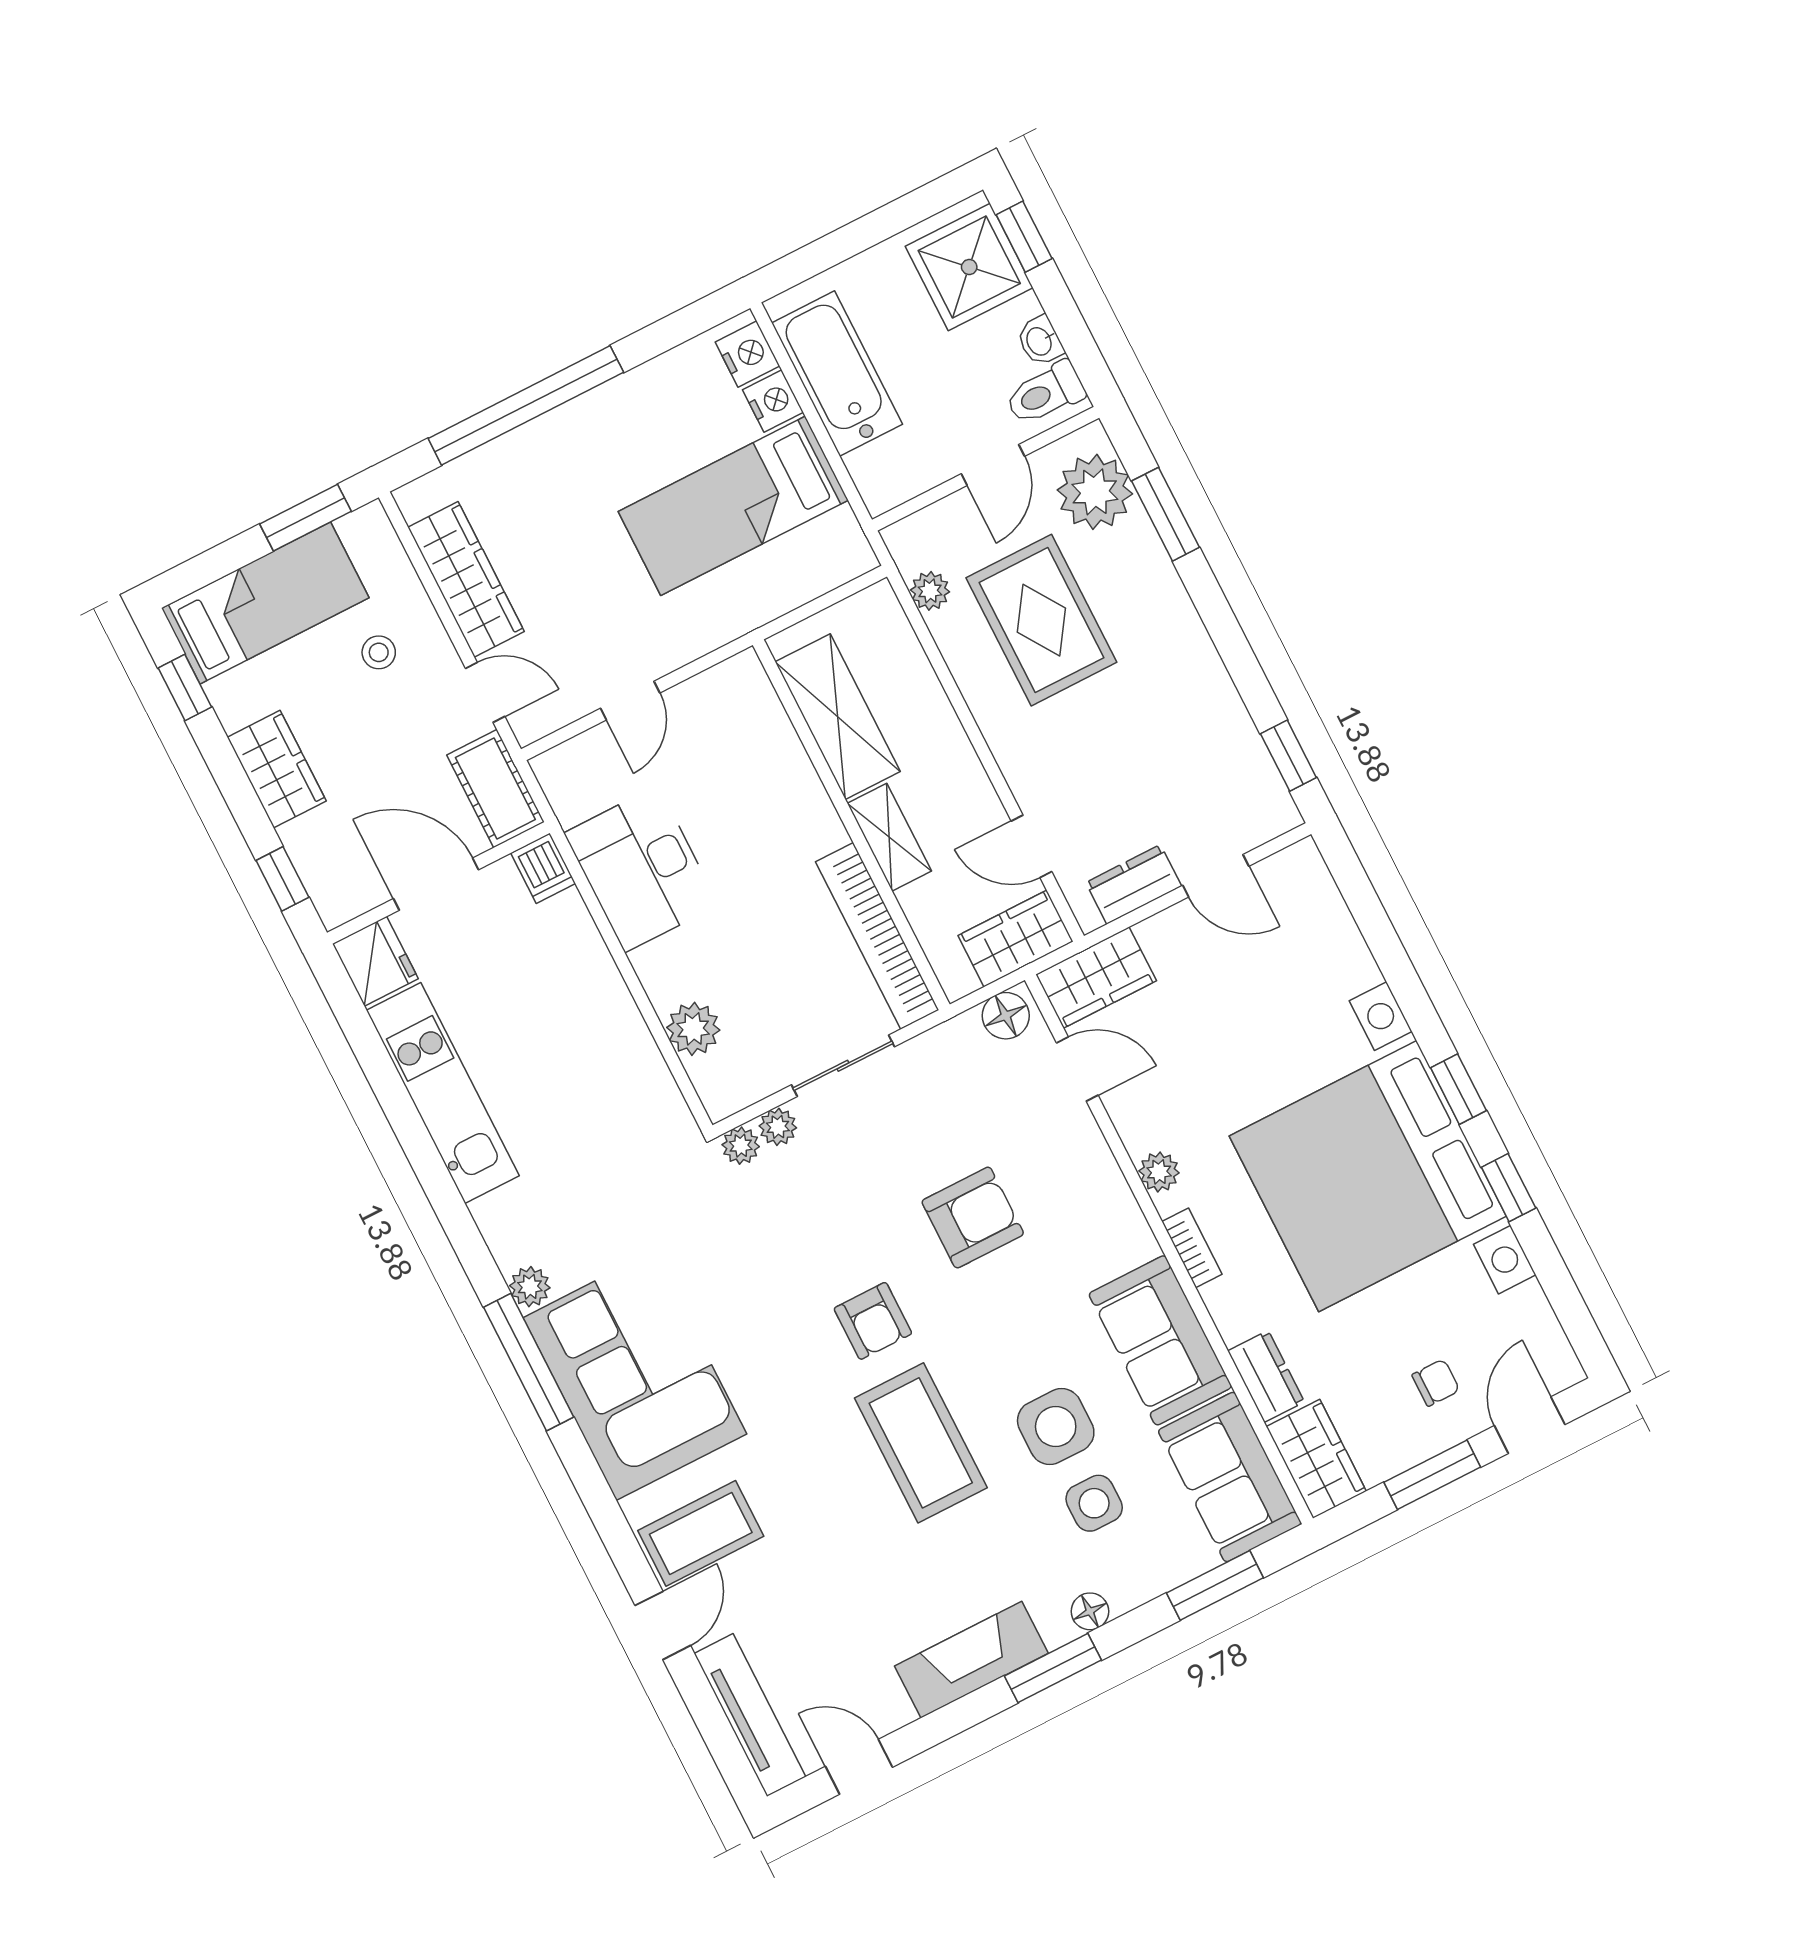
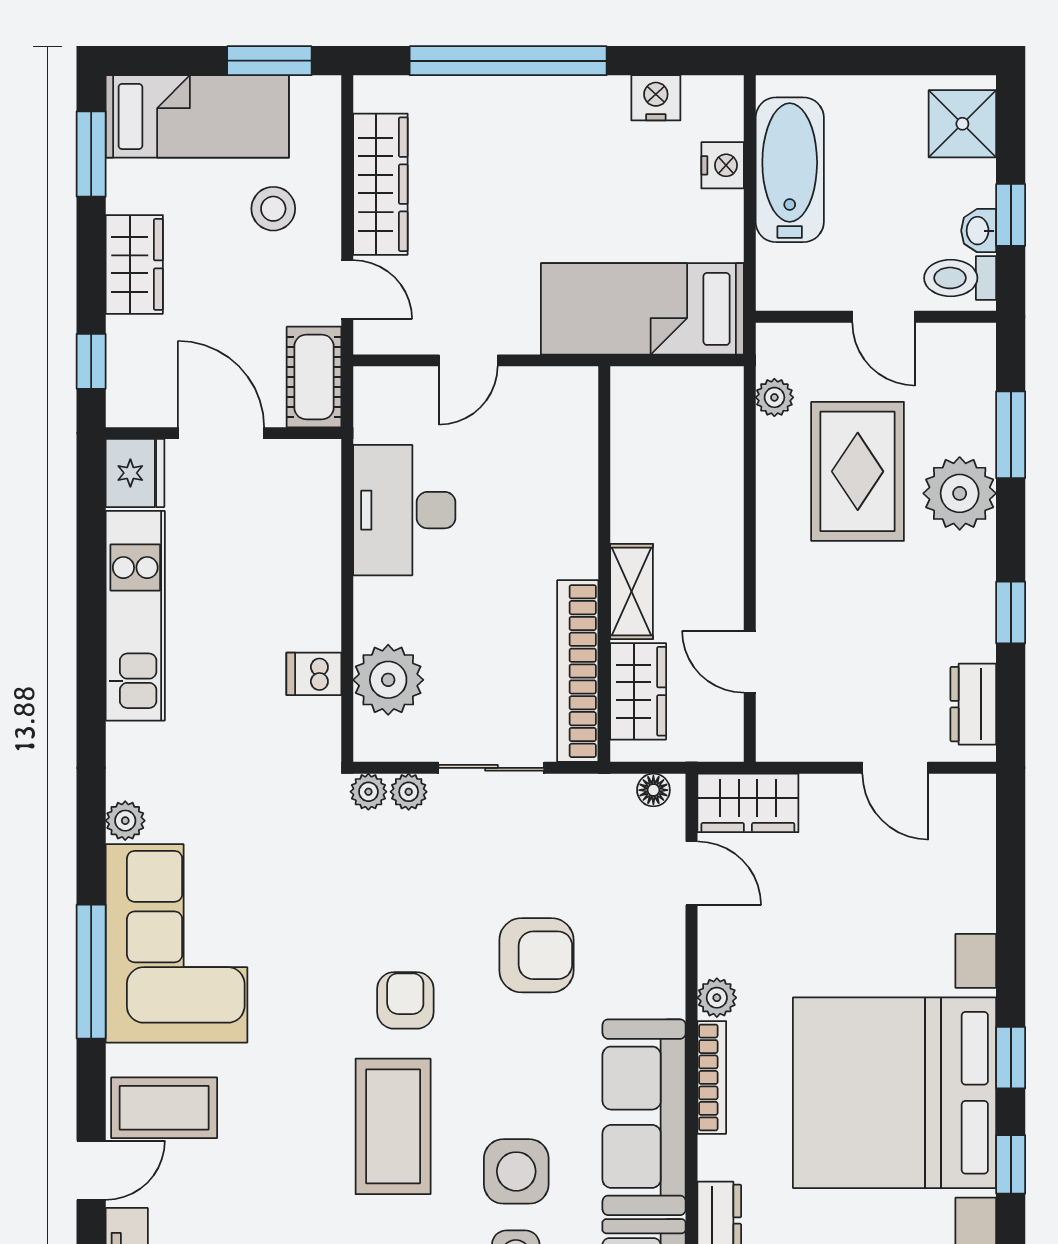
window: (1024, 237) -> (1011, 215), moved
shower: (969, 267) -> (962, 124), width x0.73, depth x0.73
nightstand: (748, 354) -> (656, 98), moved, turned -90
door: (993, 465) -> (884, 317), hinge flipped
plant: (1095, 492) -> (960, 493), moved
bed: (733, 506) -> (642, 309), moved
stool: (379, 652) -> (273, 209), width x1.37, depth x1.37
window: (185, 688) -> (91, 154), width x1.50
shelving: (838, 717) -> (640, 465), removed
window: (1288, 756) -> (1011, 613), moved
dishwasher: (543, 868) -> (314, 674), moved, turned 90
dresser: (1134, 884) -> (973, 704), moved, turned -90
wardrobe: (1016, 939) -> (638, 691), moved, turned 90
floor lamp: (1006, 1016) -> (653, 790), width x0.73, depth x0.73
plant: (693, 1029) -> (388, 680), width x1.36, depth x1.36
bookcase: (1192, 1248) -> (712, 1077), width x1.56
armchair: (873, 1321) -> (405, 1000), turned 180
sofa: (1160, 1340) -> (644, 1117), width x1.36
window: (529, 1362) -> (91, 972), moved

